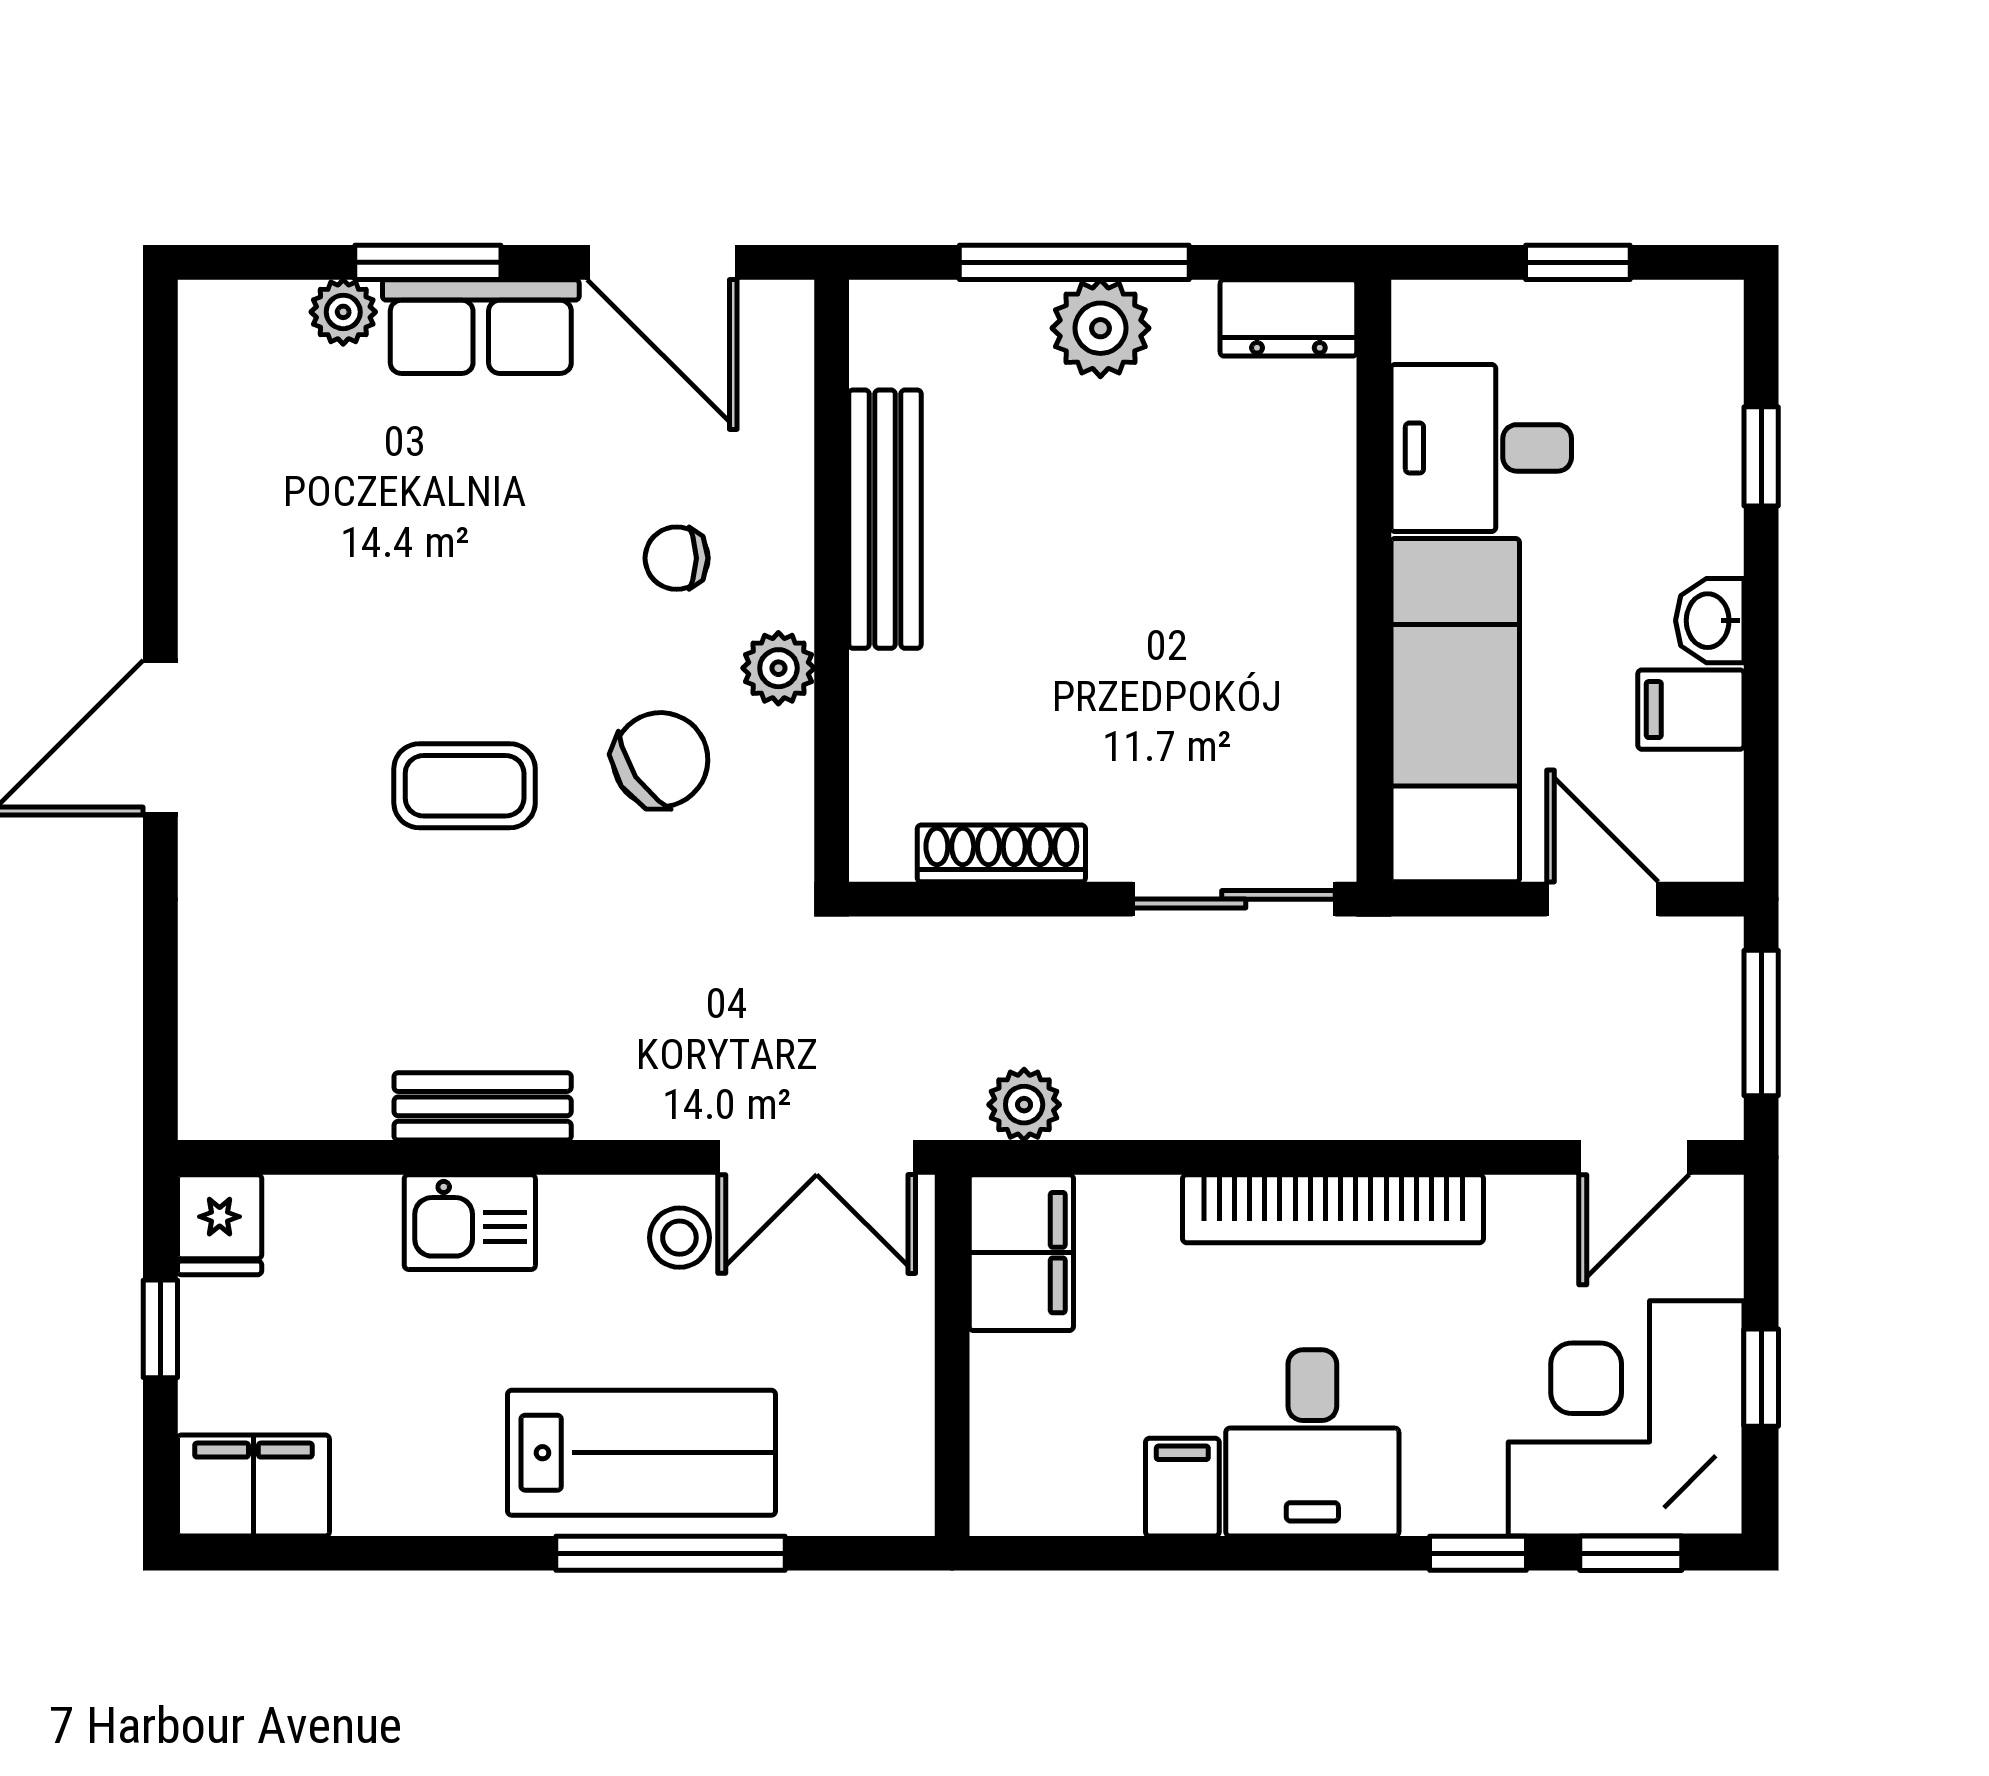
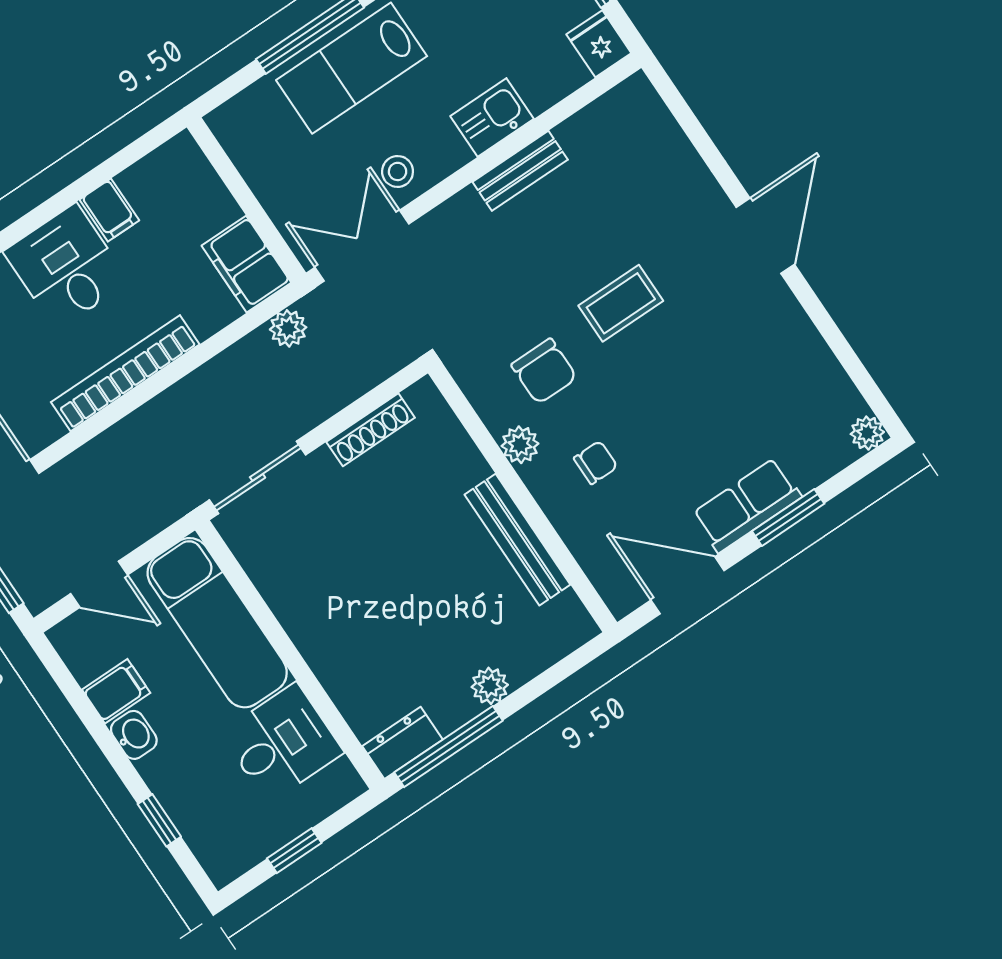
window: (1074, 262) -> (449, 747), moved
plant: (343, 312) -> (867, 433), moved
plant: (1100, 328) -> (490, 686), width x0.73, depth x0.73
chair: (660, 760) -> (544, 371), turned -56

